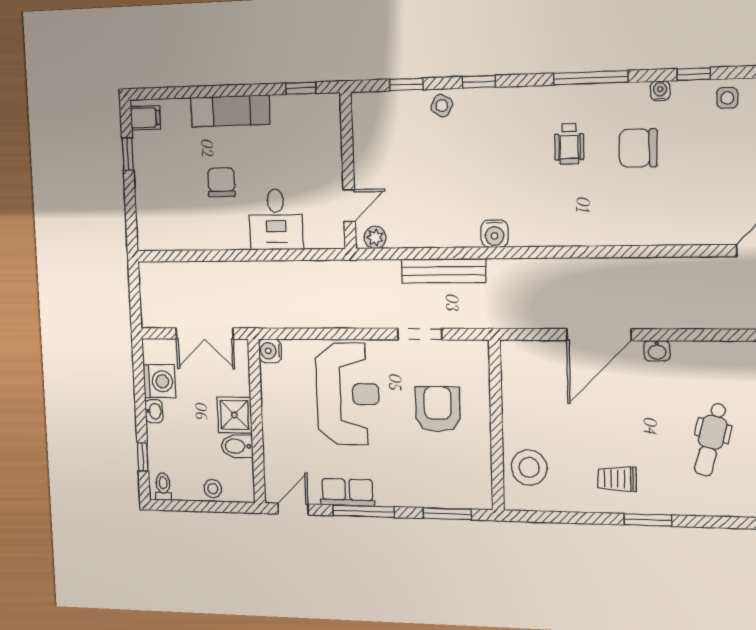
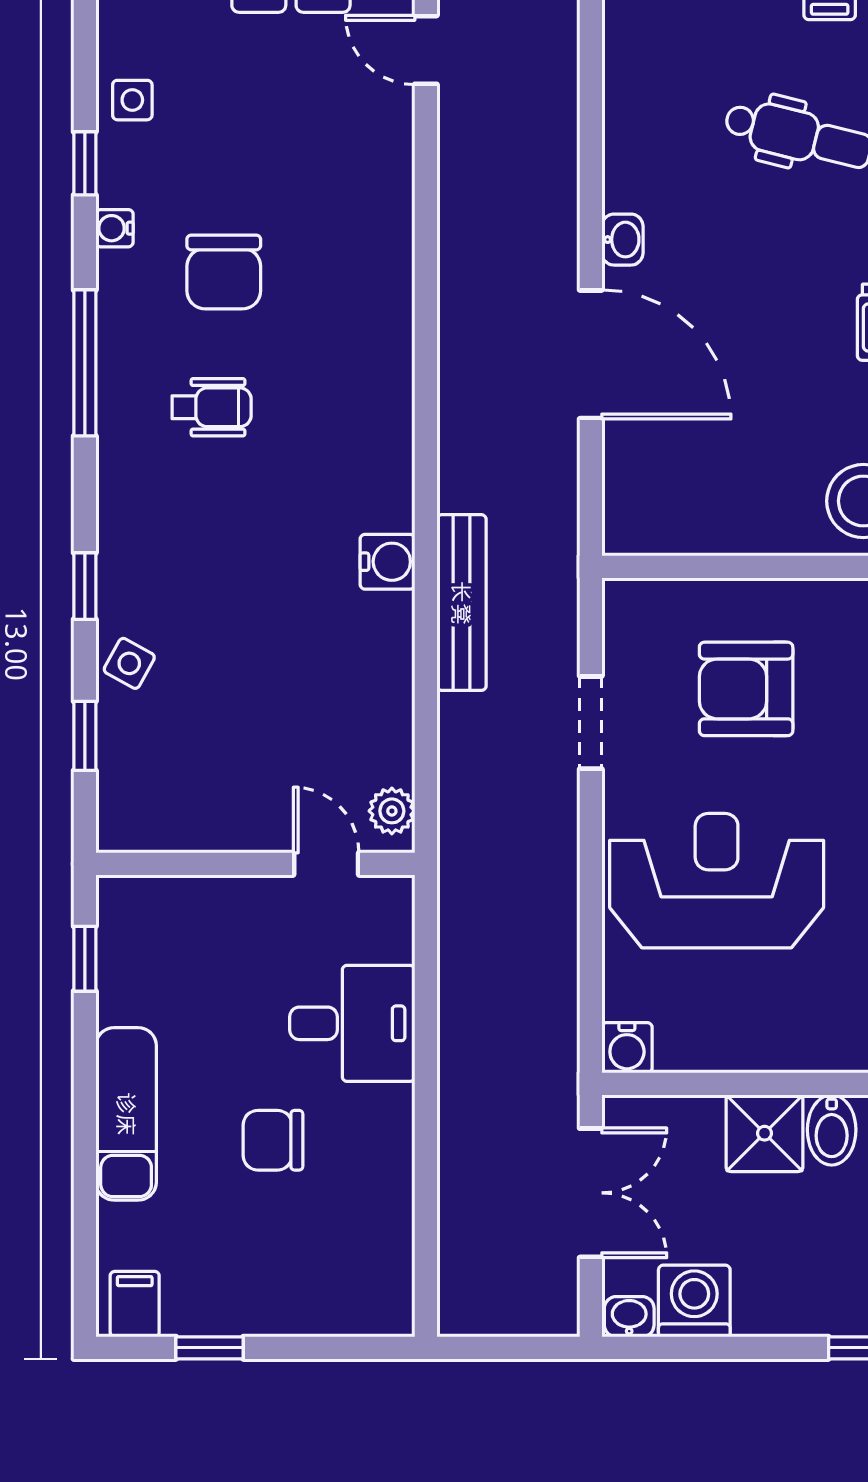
bench: (444, 271) -> (461, 603), moved
washbasin: (154, 411) -> (629, 1317), moved

